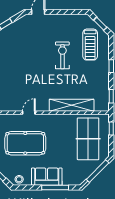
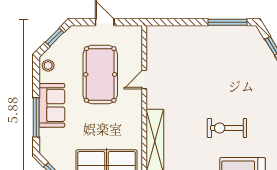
exercise bike: (62, 55) -> (227, 128), turned 180
door: (29, 113) -> (144, 80), swing flipped

